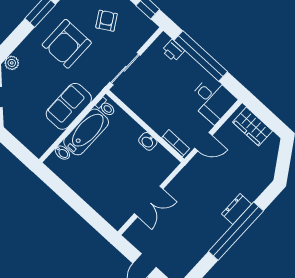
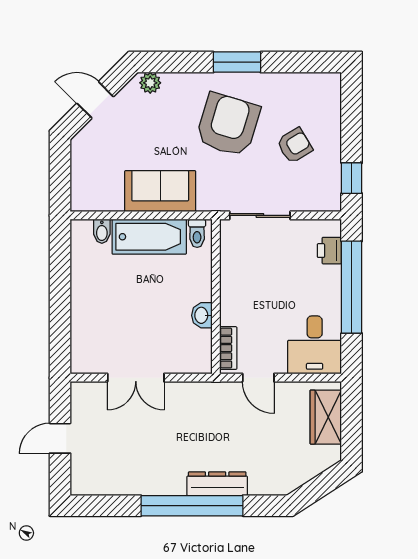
armchair: (67, 44) -> (228, 125), turned 107
dresser: (237, 209) -> (217, 484), width x1.44

